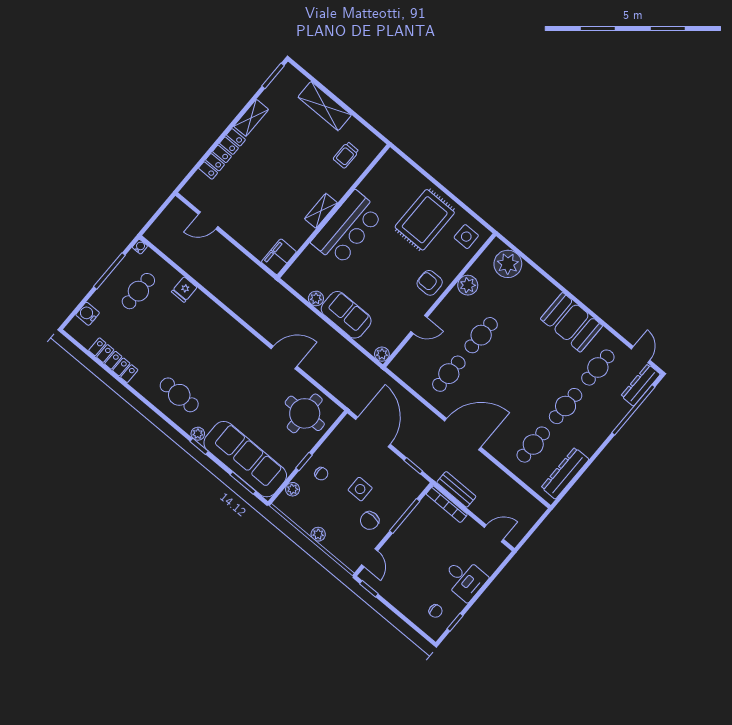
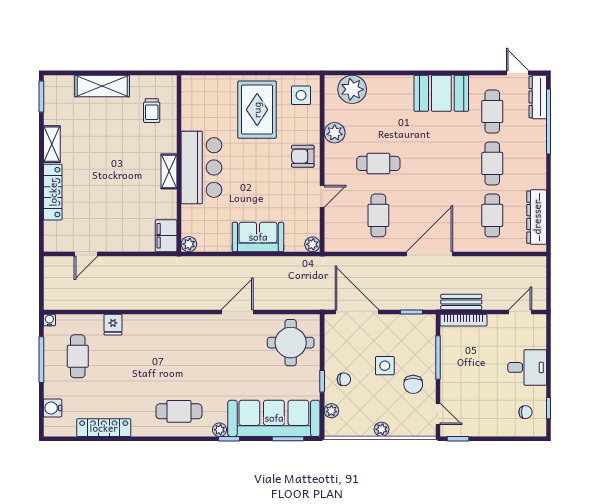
plant: (316, 298) -> (189, 244), moved
cafe table: (481, 335) -> (378, 163), turned 90

